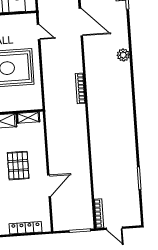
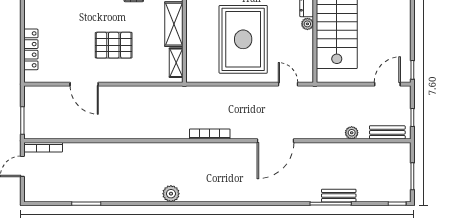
door: (81, 22) -> (275, 141), moved
door: (39, 32) -> (288, 84), swing flipped
plant: (123, 55) -> (171, 194), moved

